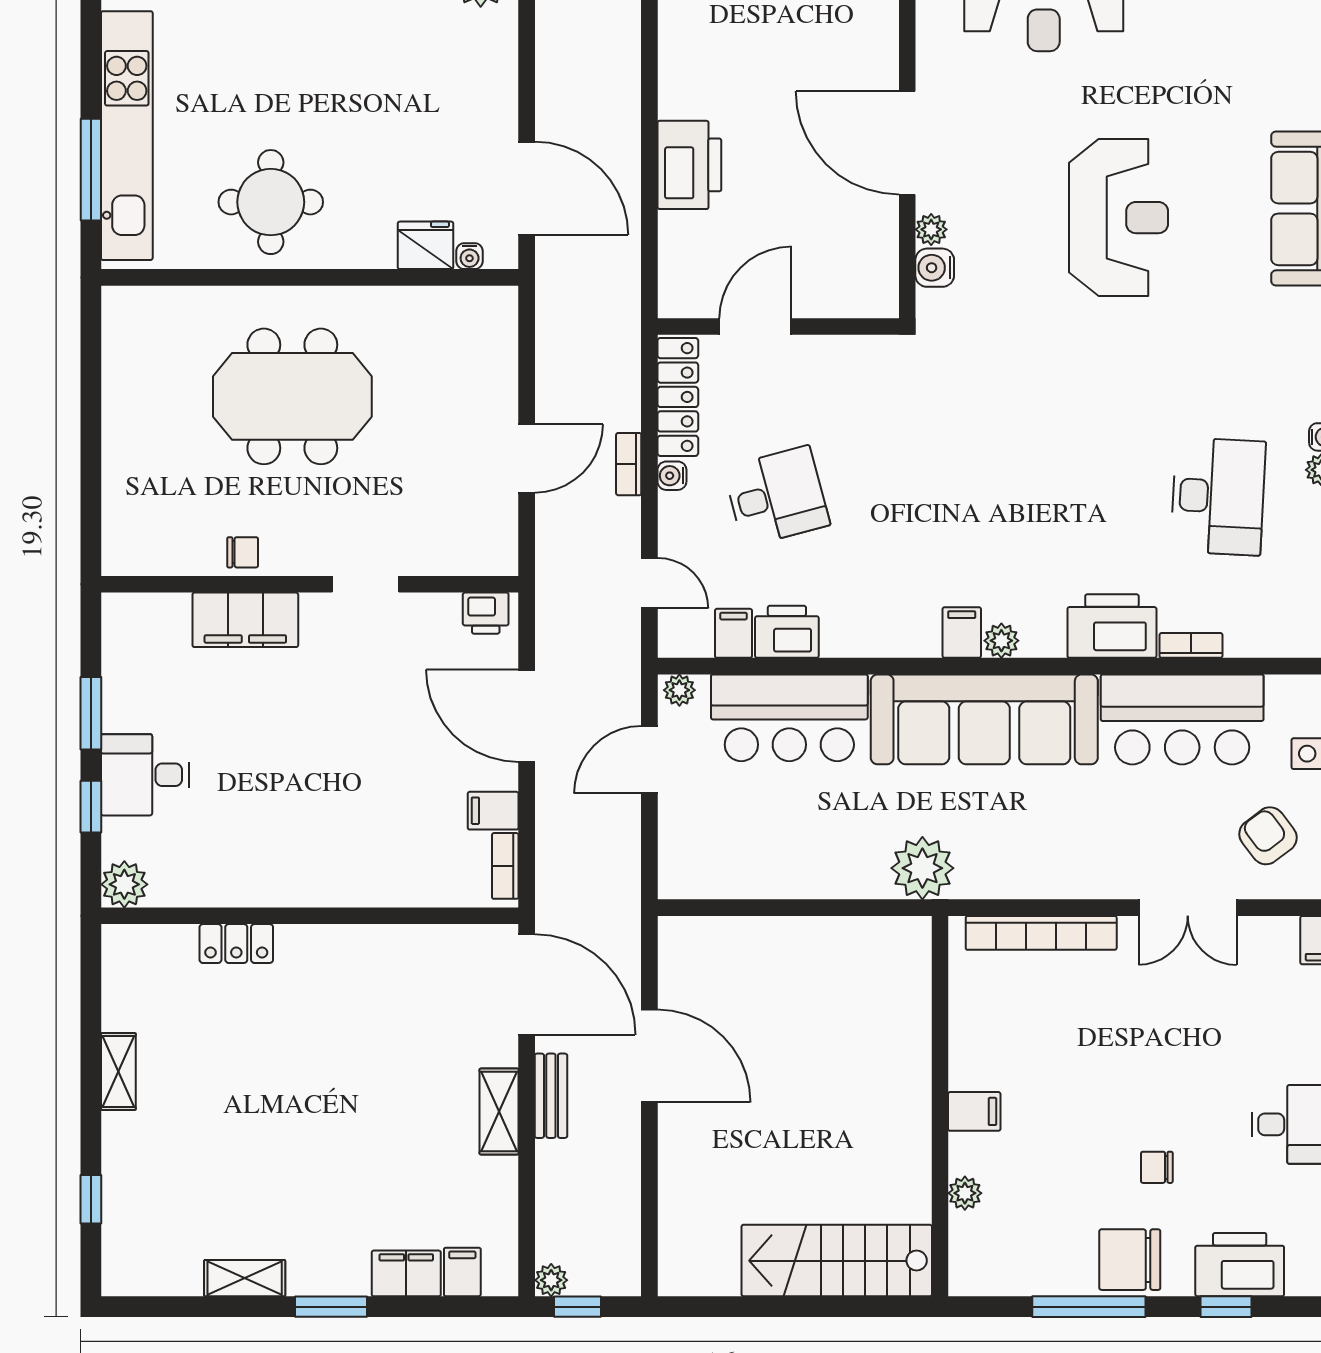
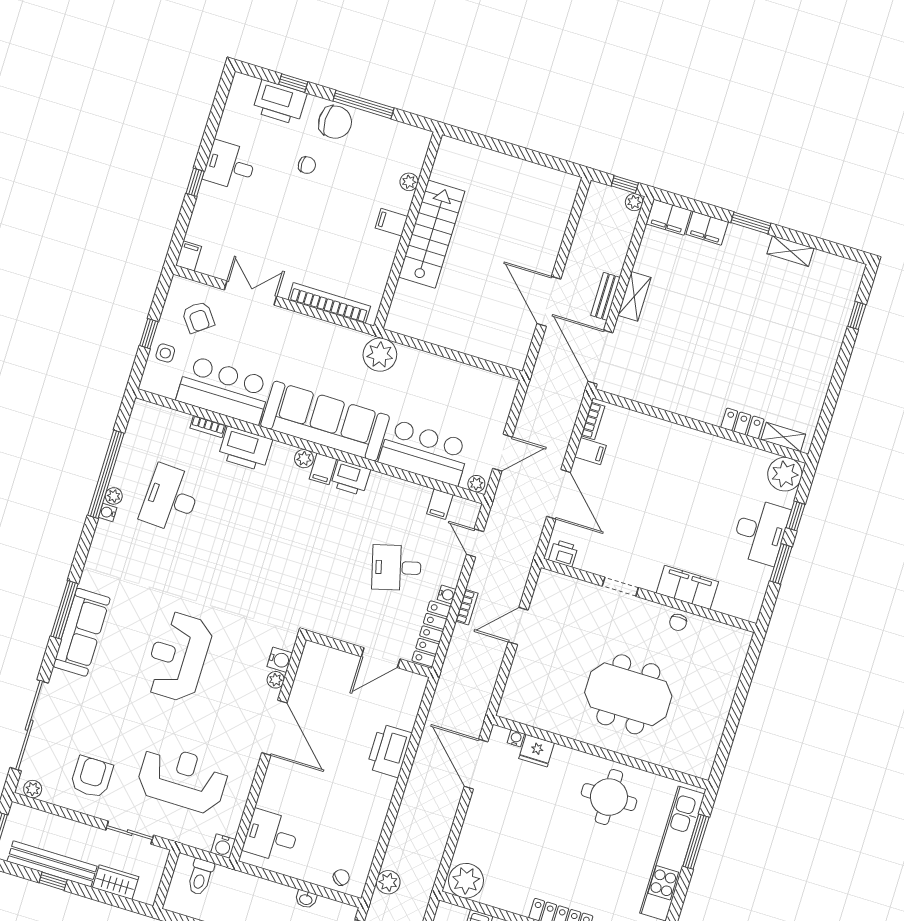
chair: (243, 552) -> (678, 622), turned -90
printer: (787, 632) -> (350, 478), moved
desk: (145, 775) -> (760, 532), width x1.37
plant: (124, 884) -> (785, 474), width x1.36, depth x1.36
shelving: (118, 1072) -> (783, 437), moved, turned 90
stairs: (837, 1261) -> (432, 234), moved, turned -90
filing cabinet: (462, 1272) -> (669, 217), width x2.00

